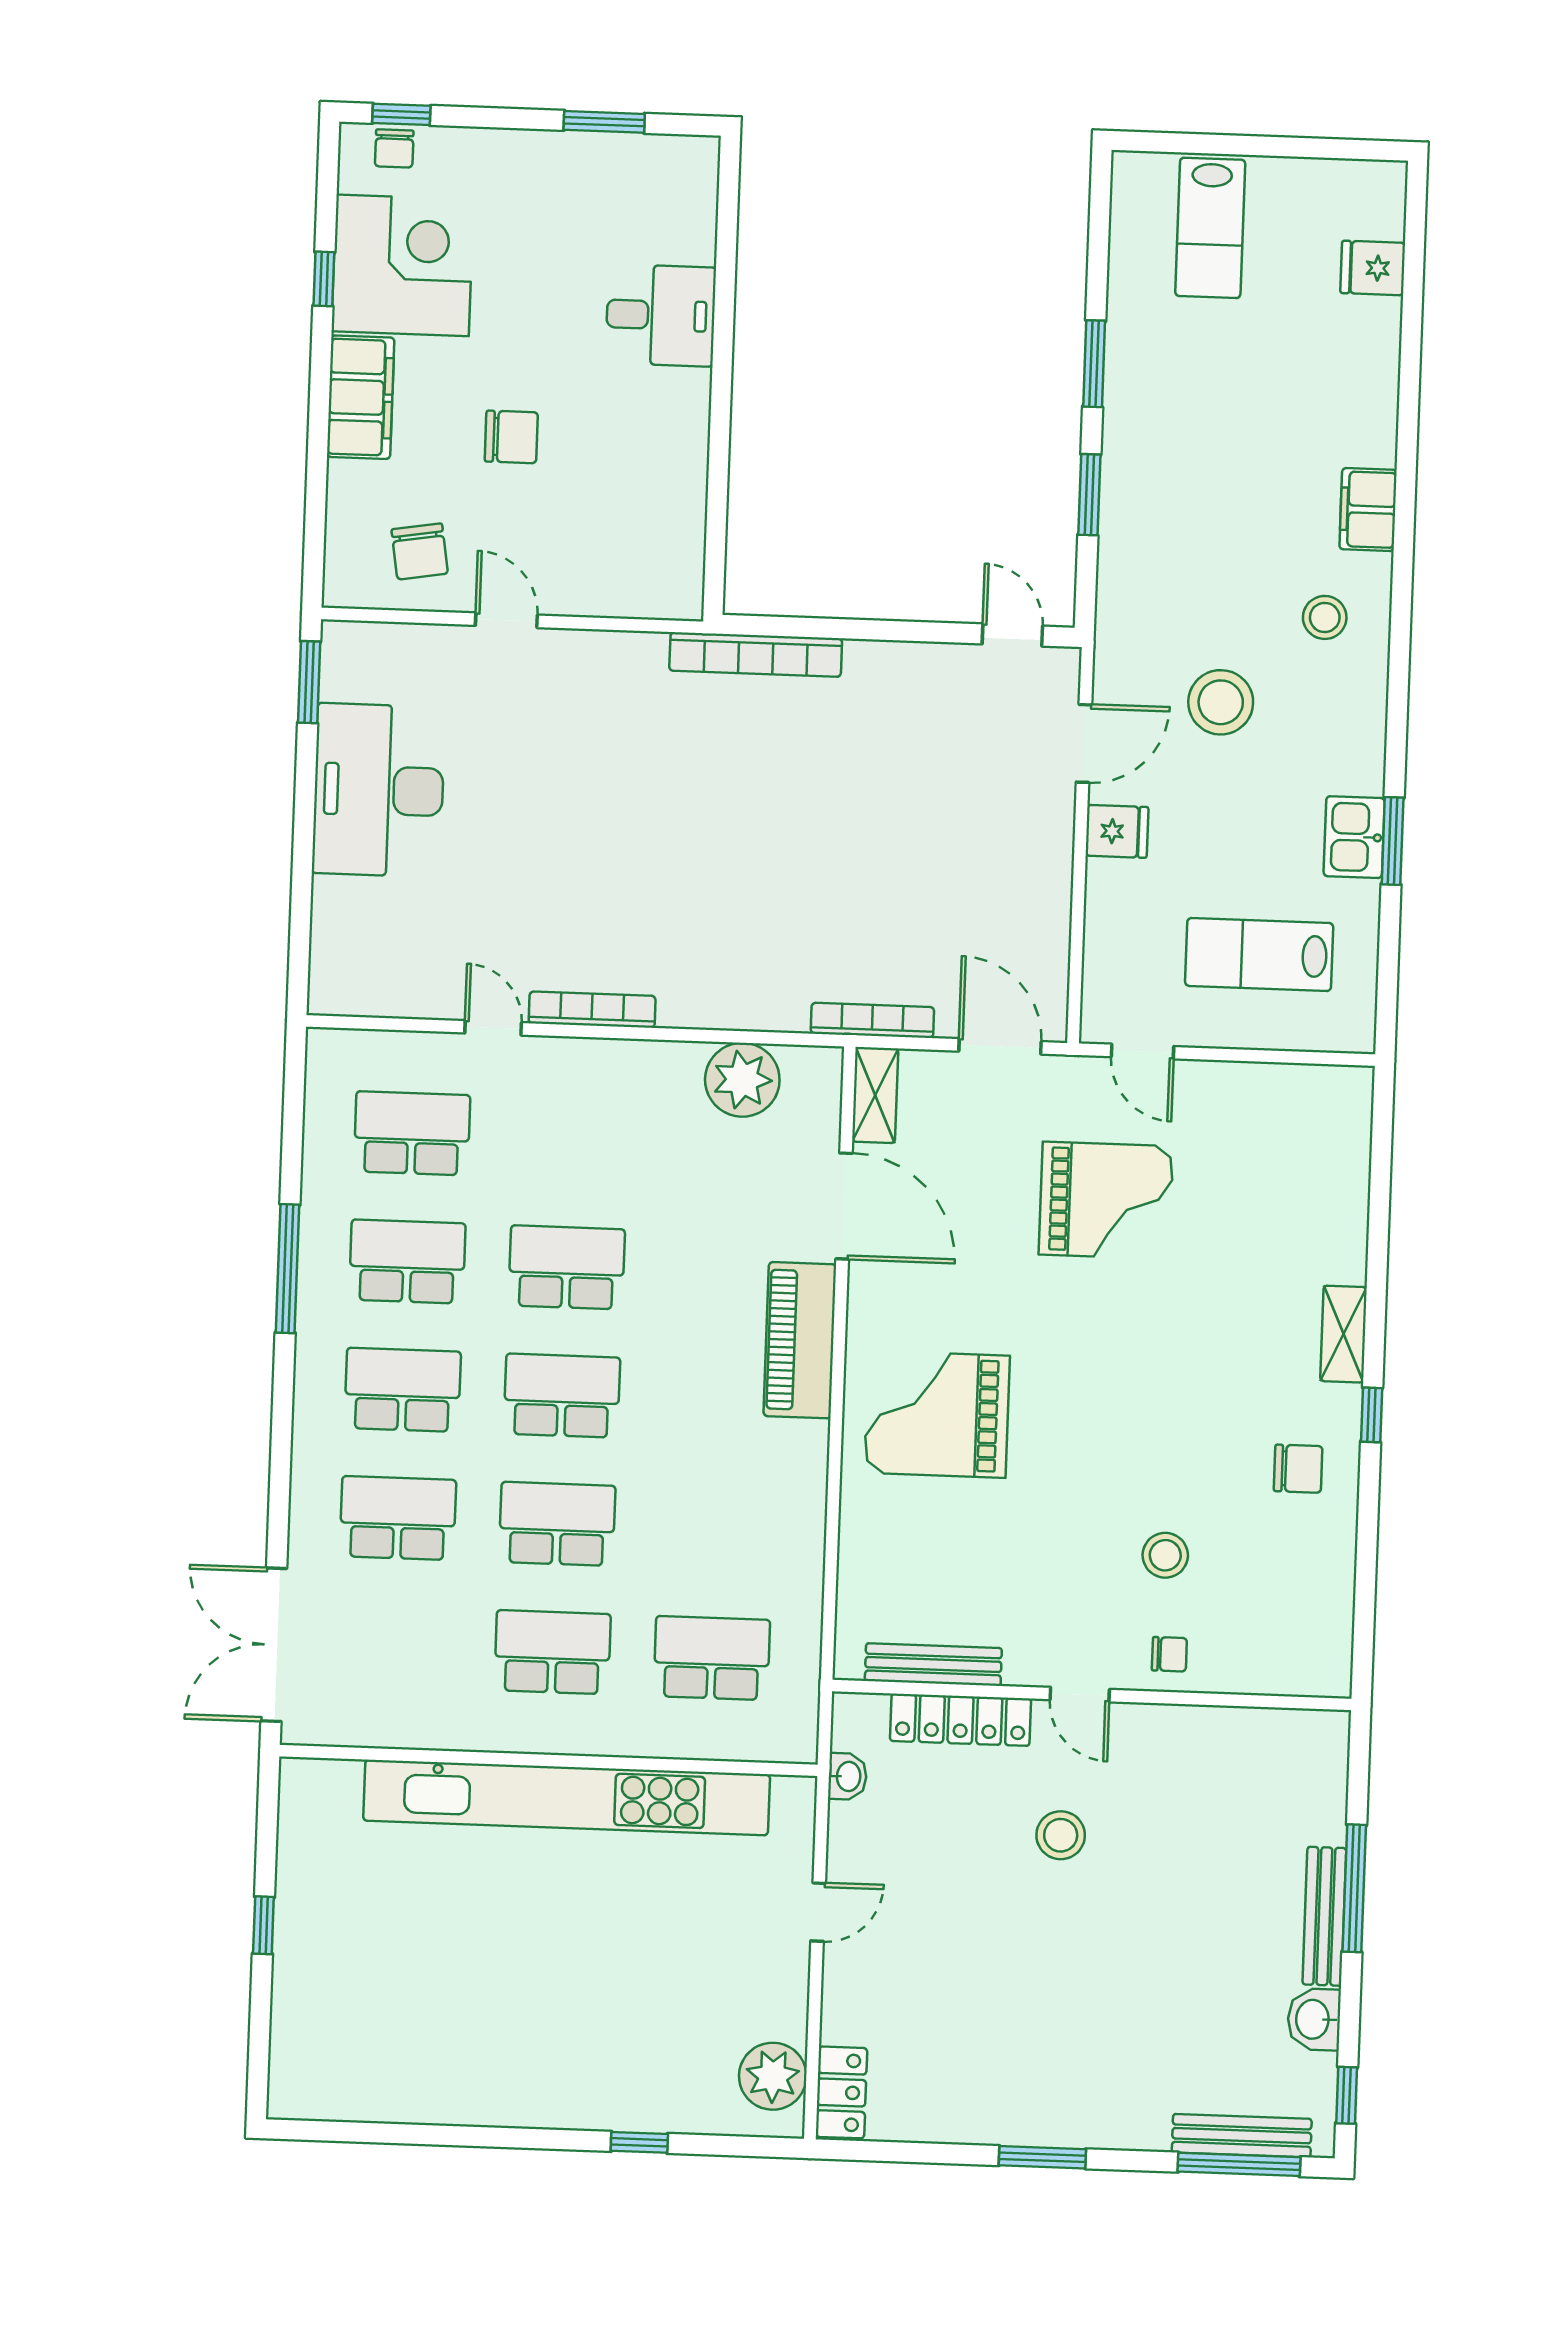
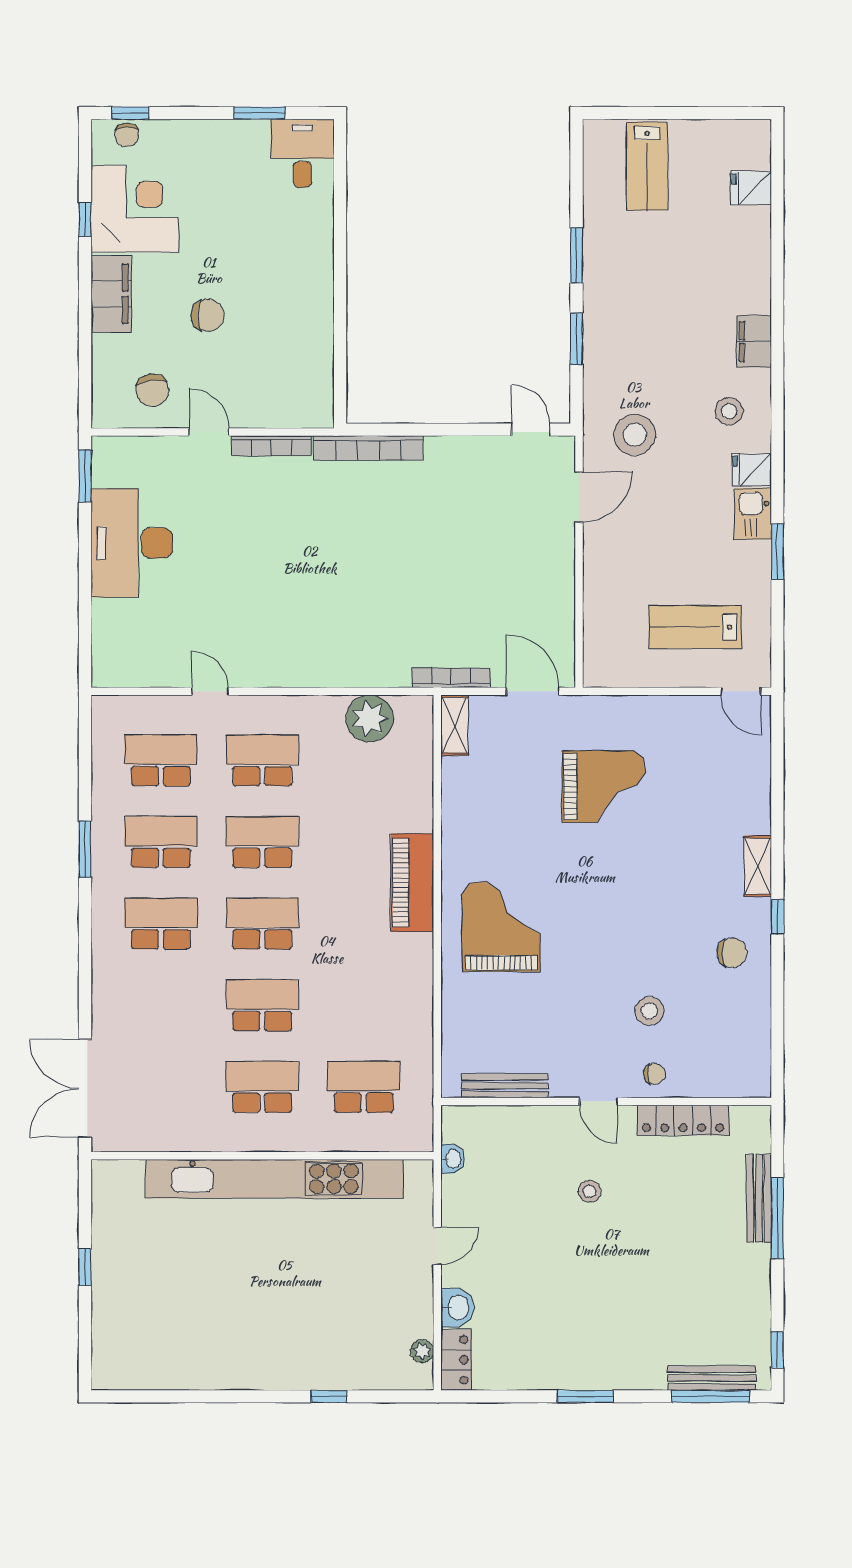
desk: (661, 315) -> (302, 153), moved, turned -90
stool: (1221, 702) -> (635, 435), moved
fridge: (1117, 831) -> (752, 470), moved, turned 180
kitchen sink: (1354, 837) -> (753, 514), moved
bookcase: (592, 1010) -> (271, 446), moved, turned 180
door: (1143, 1052) -> (741, 691), moved
door: (844, 1206) -> (437, 796), removed
window: (288, 1269) -> (85, 849), width x0.69
grand piano: (937, 1414) -> (501, 927), turned 90
school desk: (398, 1518) -> (262, 760), moved
locker: (961, 1720) -> (683, 1120), moved
stool: (1061, 1835) -> (590, 1191), width x0.73, depth x0.73
bench: (1324, 1916) -> (759, 1198), moved
washbasin: (1314, 2019) -> (457, 1308), moved, turned 180
plant: (773, 2076) -> (422, 1351), width x0.53, depth x0.53

